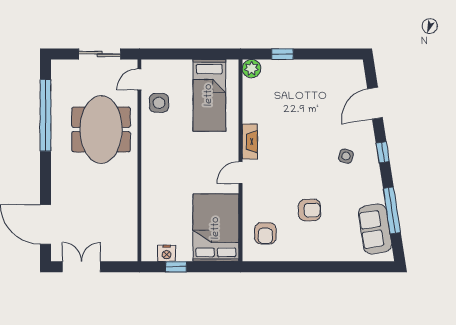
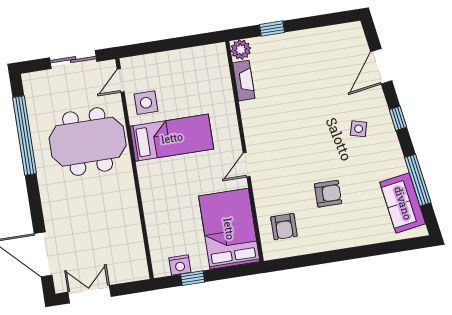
bed: (209, 95) -> (172, 138), moved, turned -90
meeting table: (101, 129) -> (88, 142), turned 90
fireplace: (250, 142) -> (244, 81), moved

